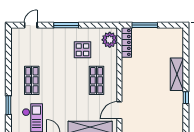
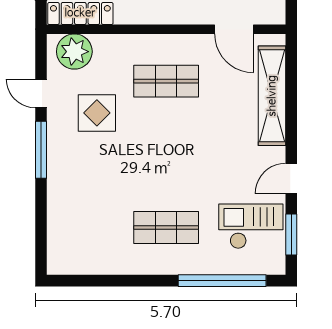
door: (31, 25) -> (41, 93), moved
window: (8, 105) -> (222, 281), width x2.11

